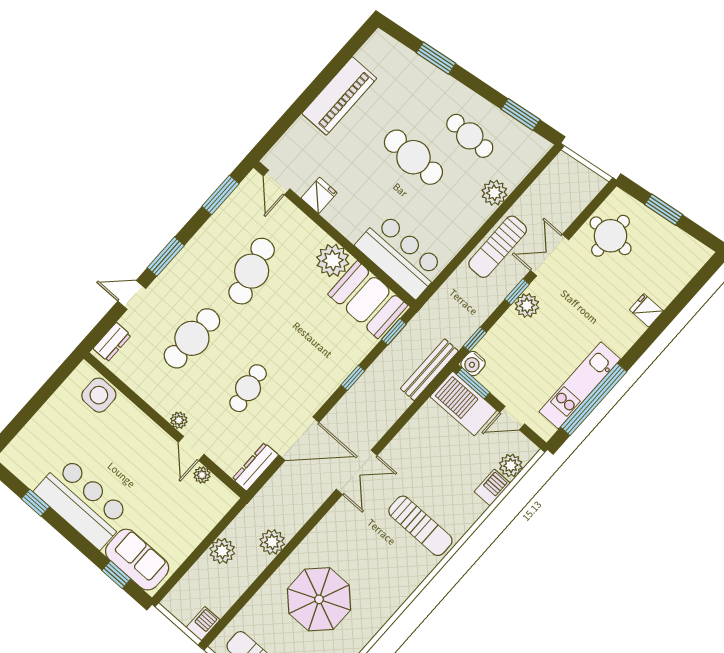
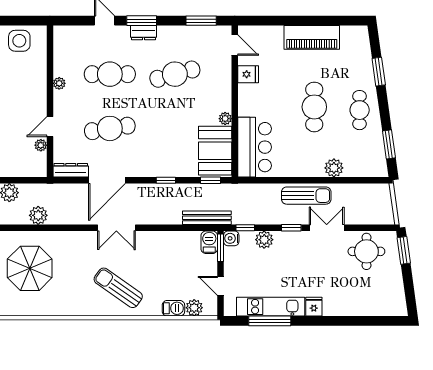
cafe table: (470, 136) -> (360, 110), moved
door: (277, 183) -> (235, 45), swing flipped
window: (664, 210) -> (404, 250), moved
sun lounger: (498, 247) -> (306, 196), turned 180
plant: (333, 260) -> (225, 119), width x0.53, depth x0.53
plant: (527, 305) -> (264, 240), moved
fridge: (646, 310) -> (314, 307), moved
dresser: (112, 342) -> (143, 33), moved
cafe table: (248, 388) -> (110, 128), width x1.37, depth x1.35
side table: (99, 395) -> (19, 41), moved
window: (594, 399) -> (270, 321), width x0.68
barbecue: (463, 403) -> (209, 242), width x0.53, depth x0.65
plant: (179, 420) -> (59, 83), moved
door: (299, 439) -> (107, 180), hinge flipped
sun lounger: (420, 526) -> (118, 288), turned 125

